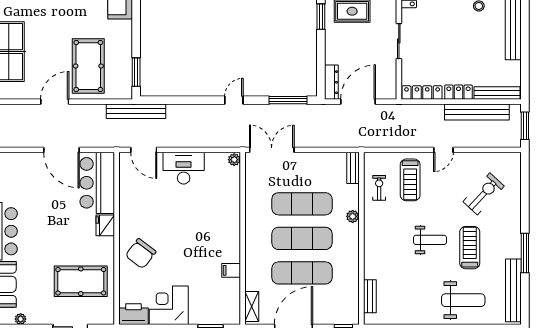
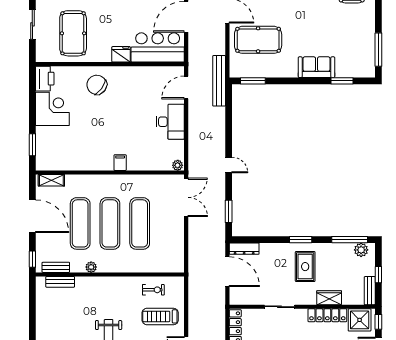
window: (288, 100) -> (229, 211), width x0.69
bench: (353, 168) -> (56, 267), moved
plant: (353, 216) -> (91, 267), moved
filing cabinet: (231, 270) -> (120, 163), moved

